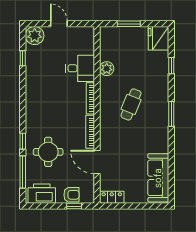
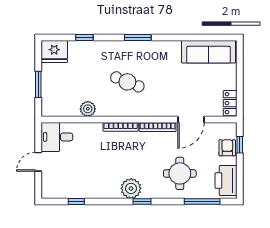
plant: (35, 36) -> (131, 188), moved
desk: (80, 68) -> (57, 137), moved, turned -90
window: (23, 141) -> (142, 202), moved

